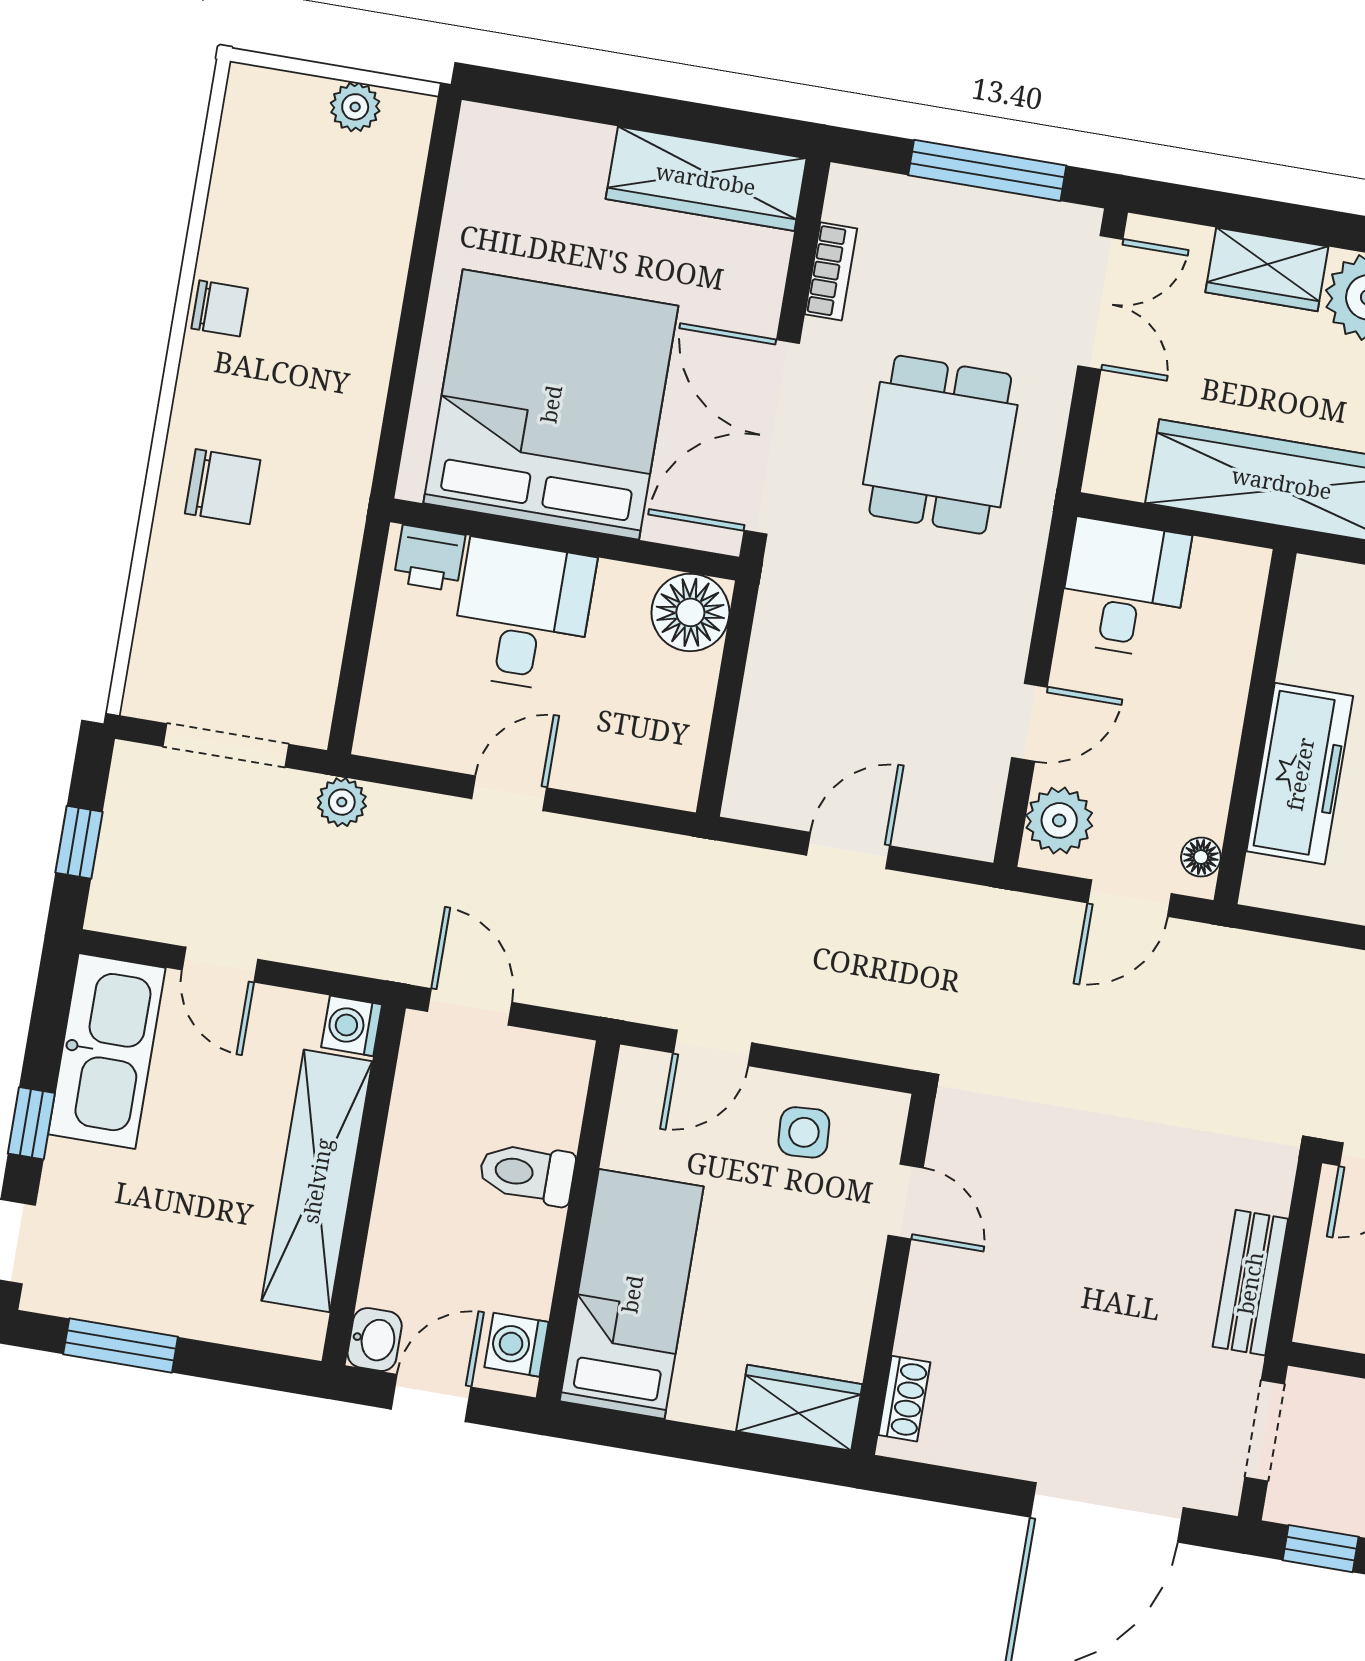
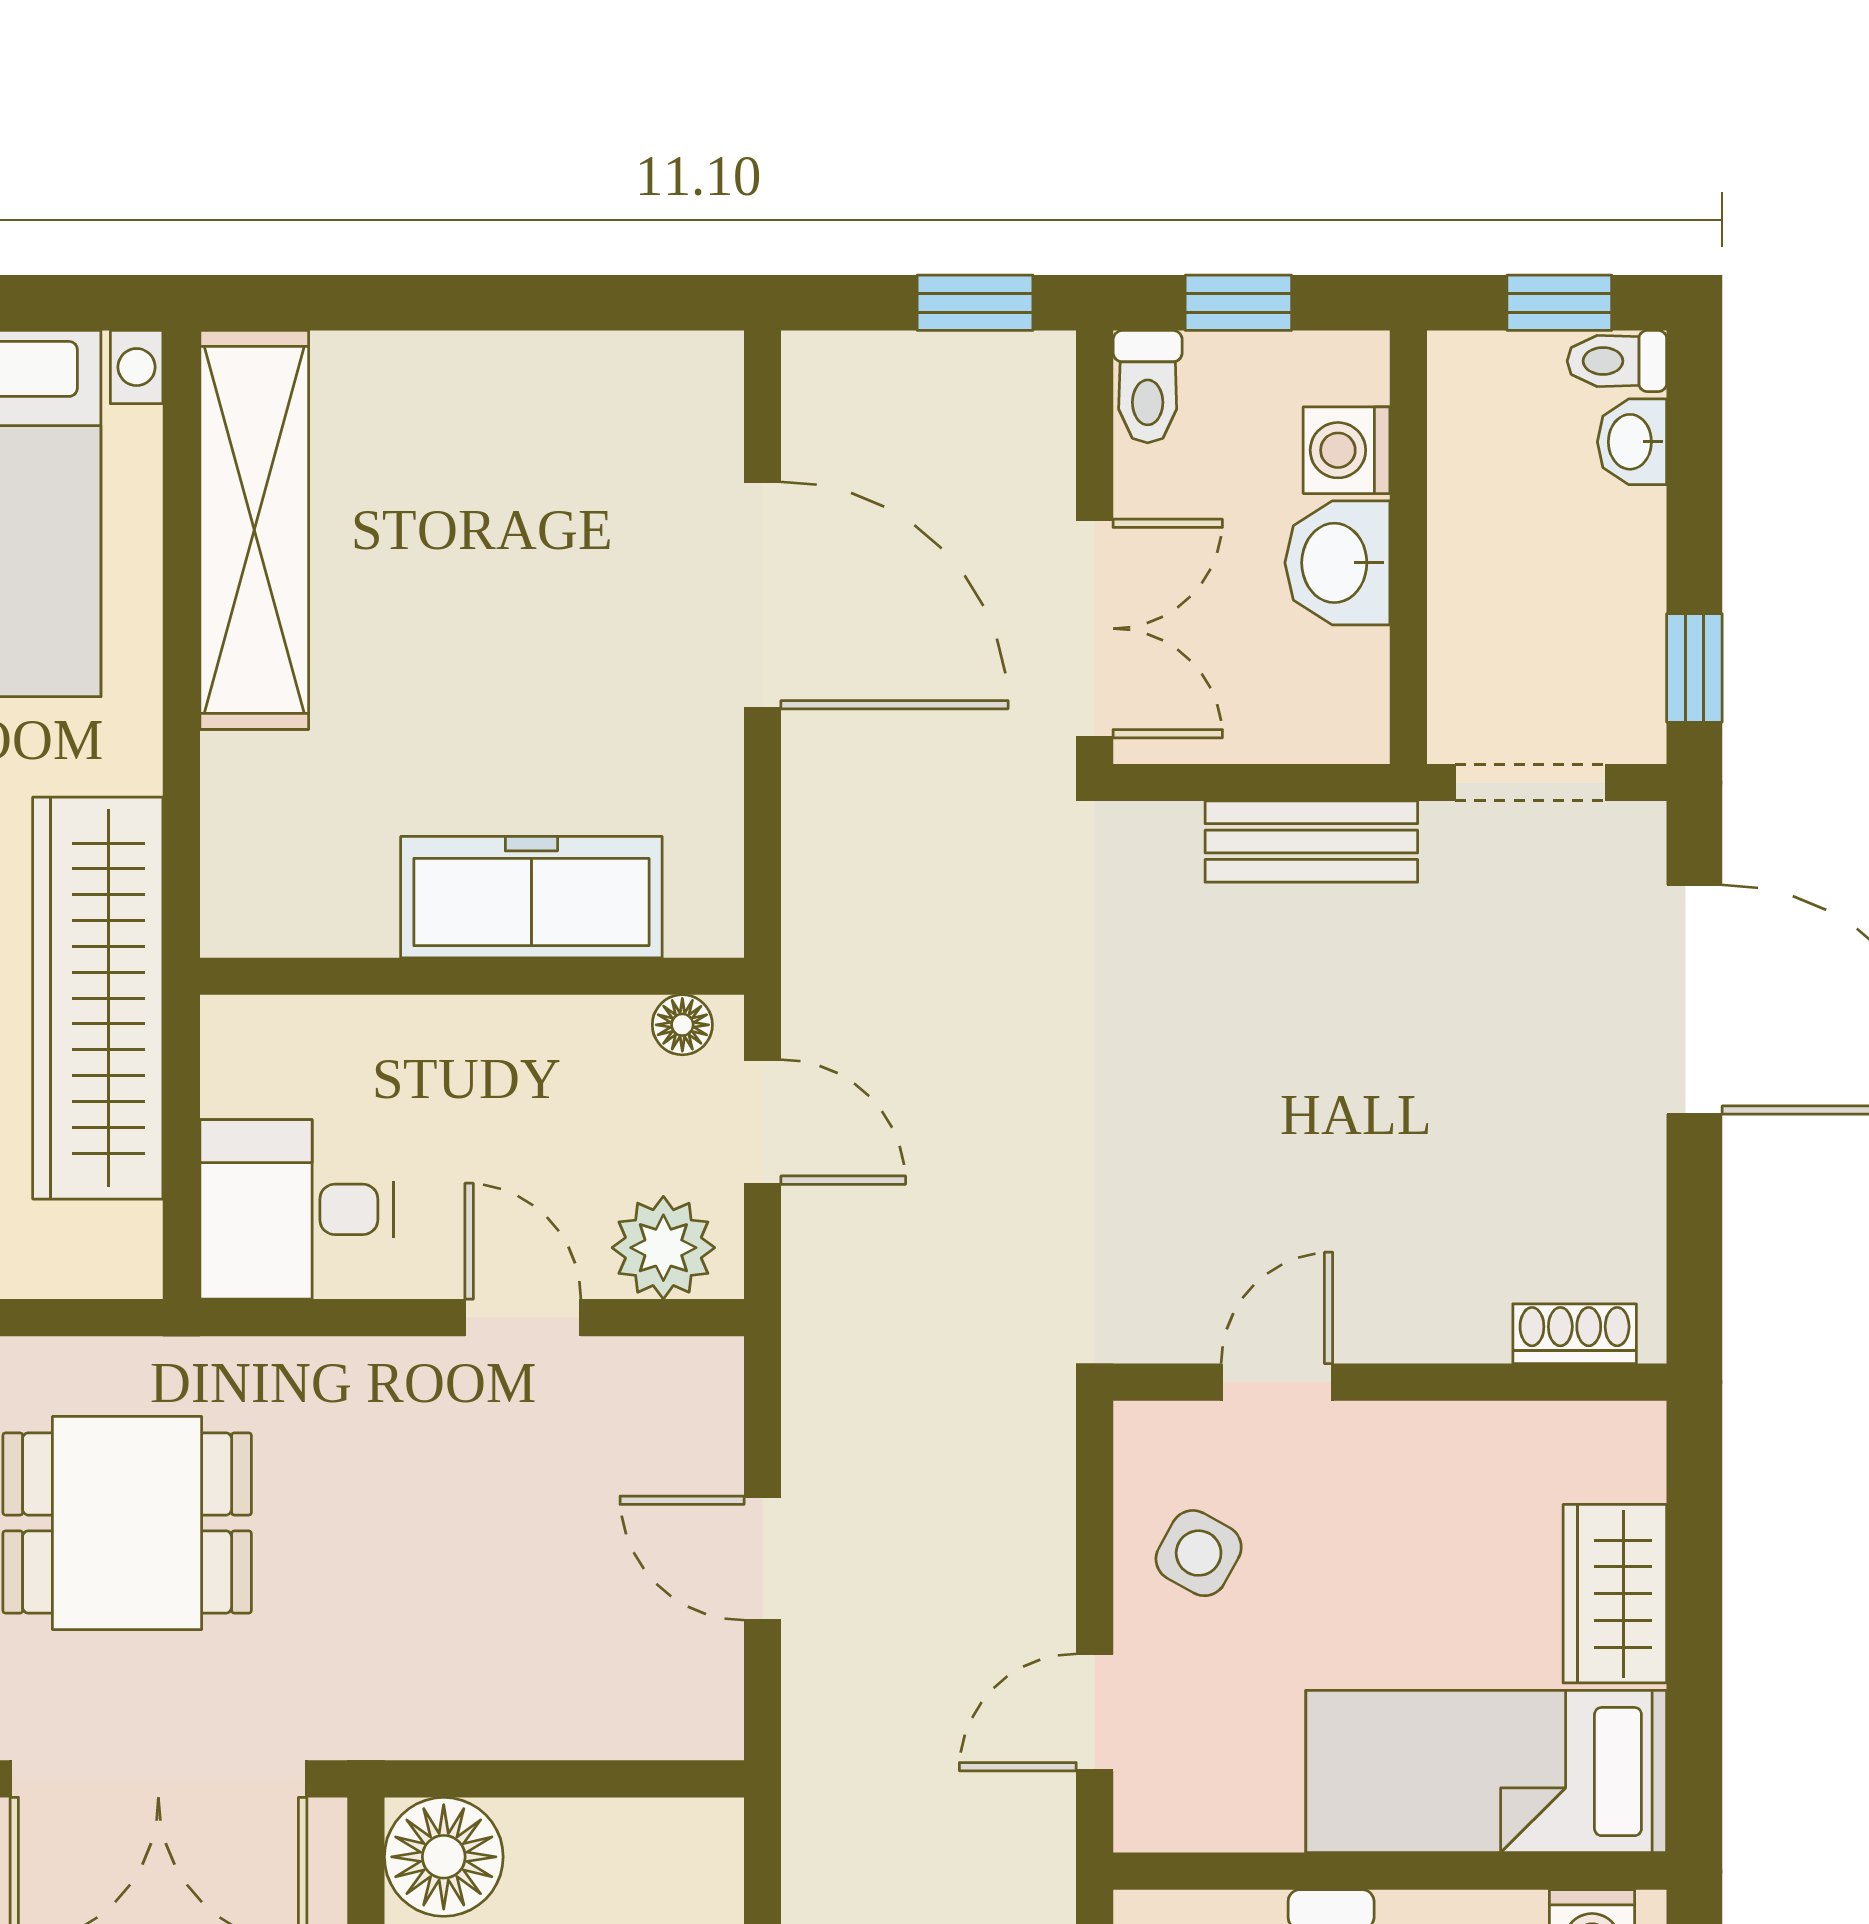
door: (713, 1048) -> (1095, 1712), swing flipped
side table: (804, 1132) -> (1199, 1553), turned 33
wardrobe: (799, 1408) -> (1615, 1594), moved

